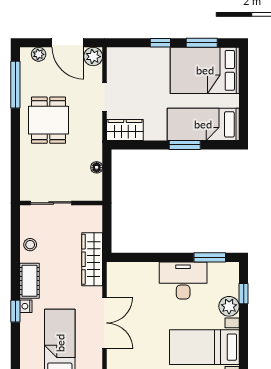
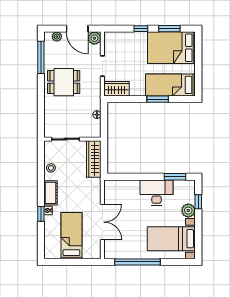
dining table: (48, 120) -> (64, 82), turned 90
wardrobe: (92, 259) -> (94, 159), moved

